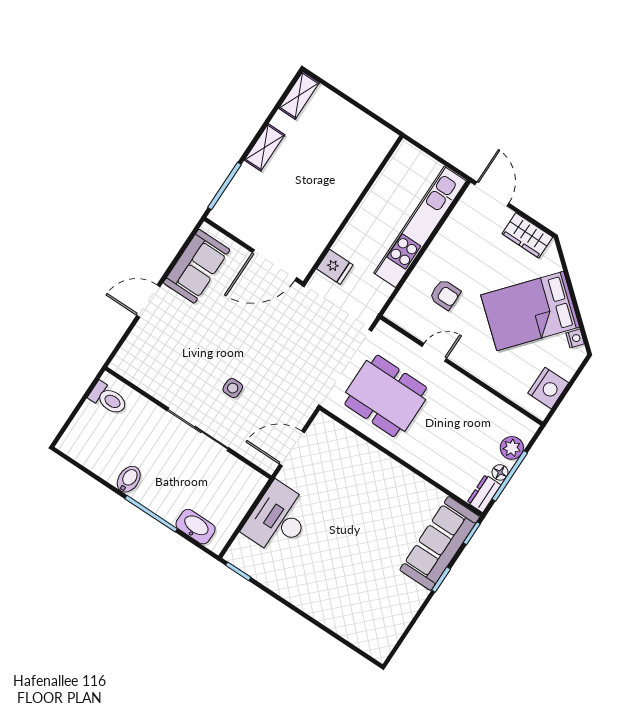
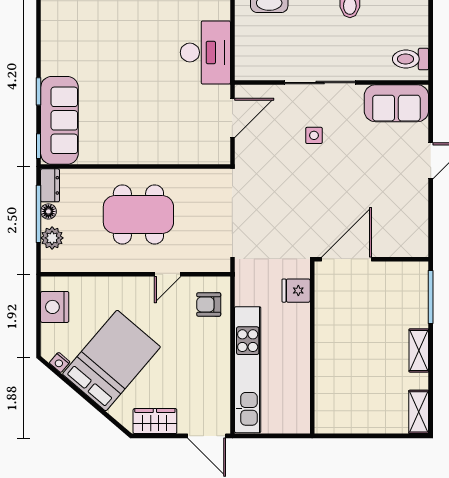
sofa: (197, 266) -> (396, 103), moved, turned -90
armchair: (445, 295) -> (209, 304), moved
dining table: (386, 396) -> (138, 214), moved

